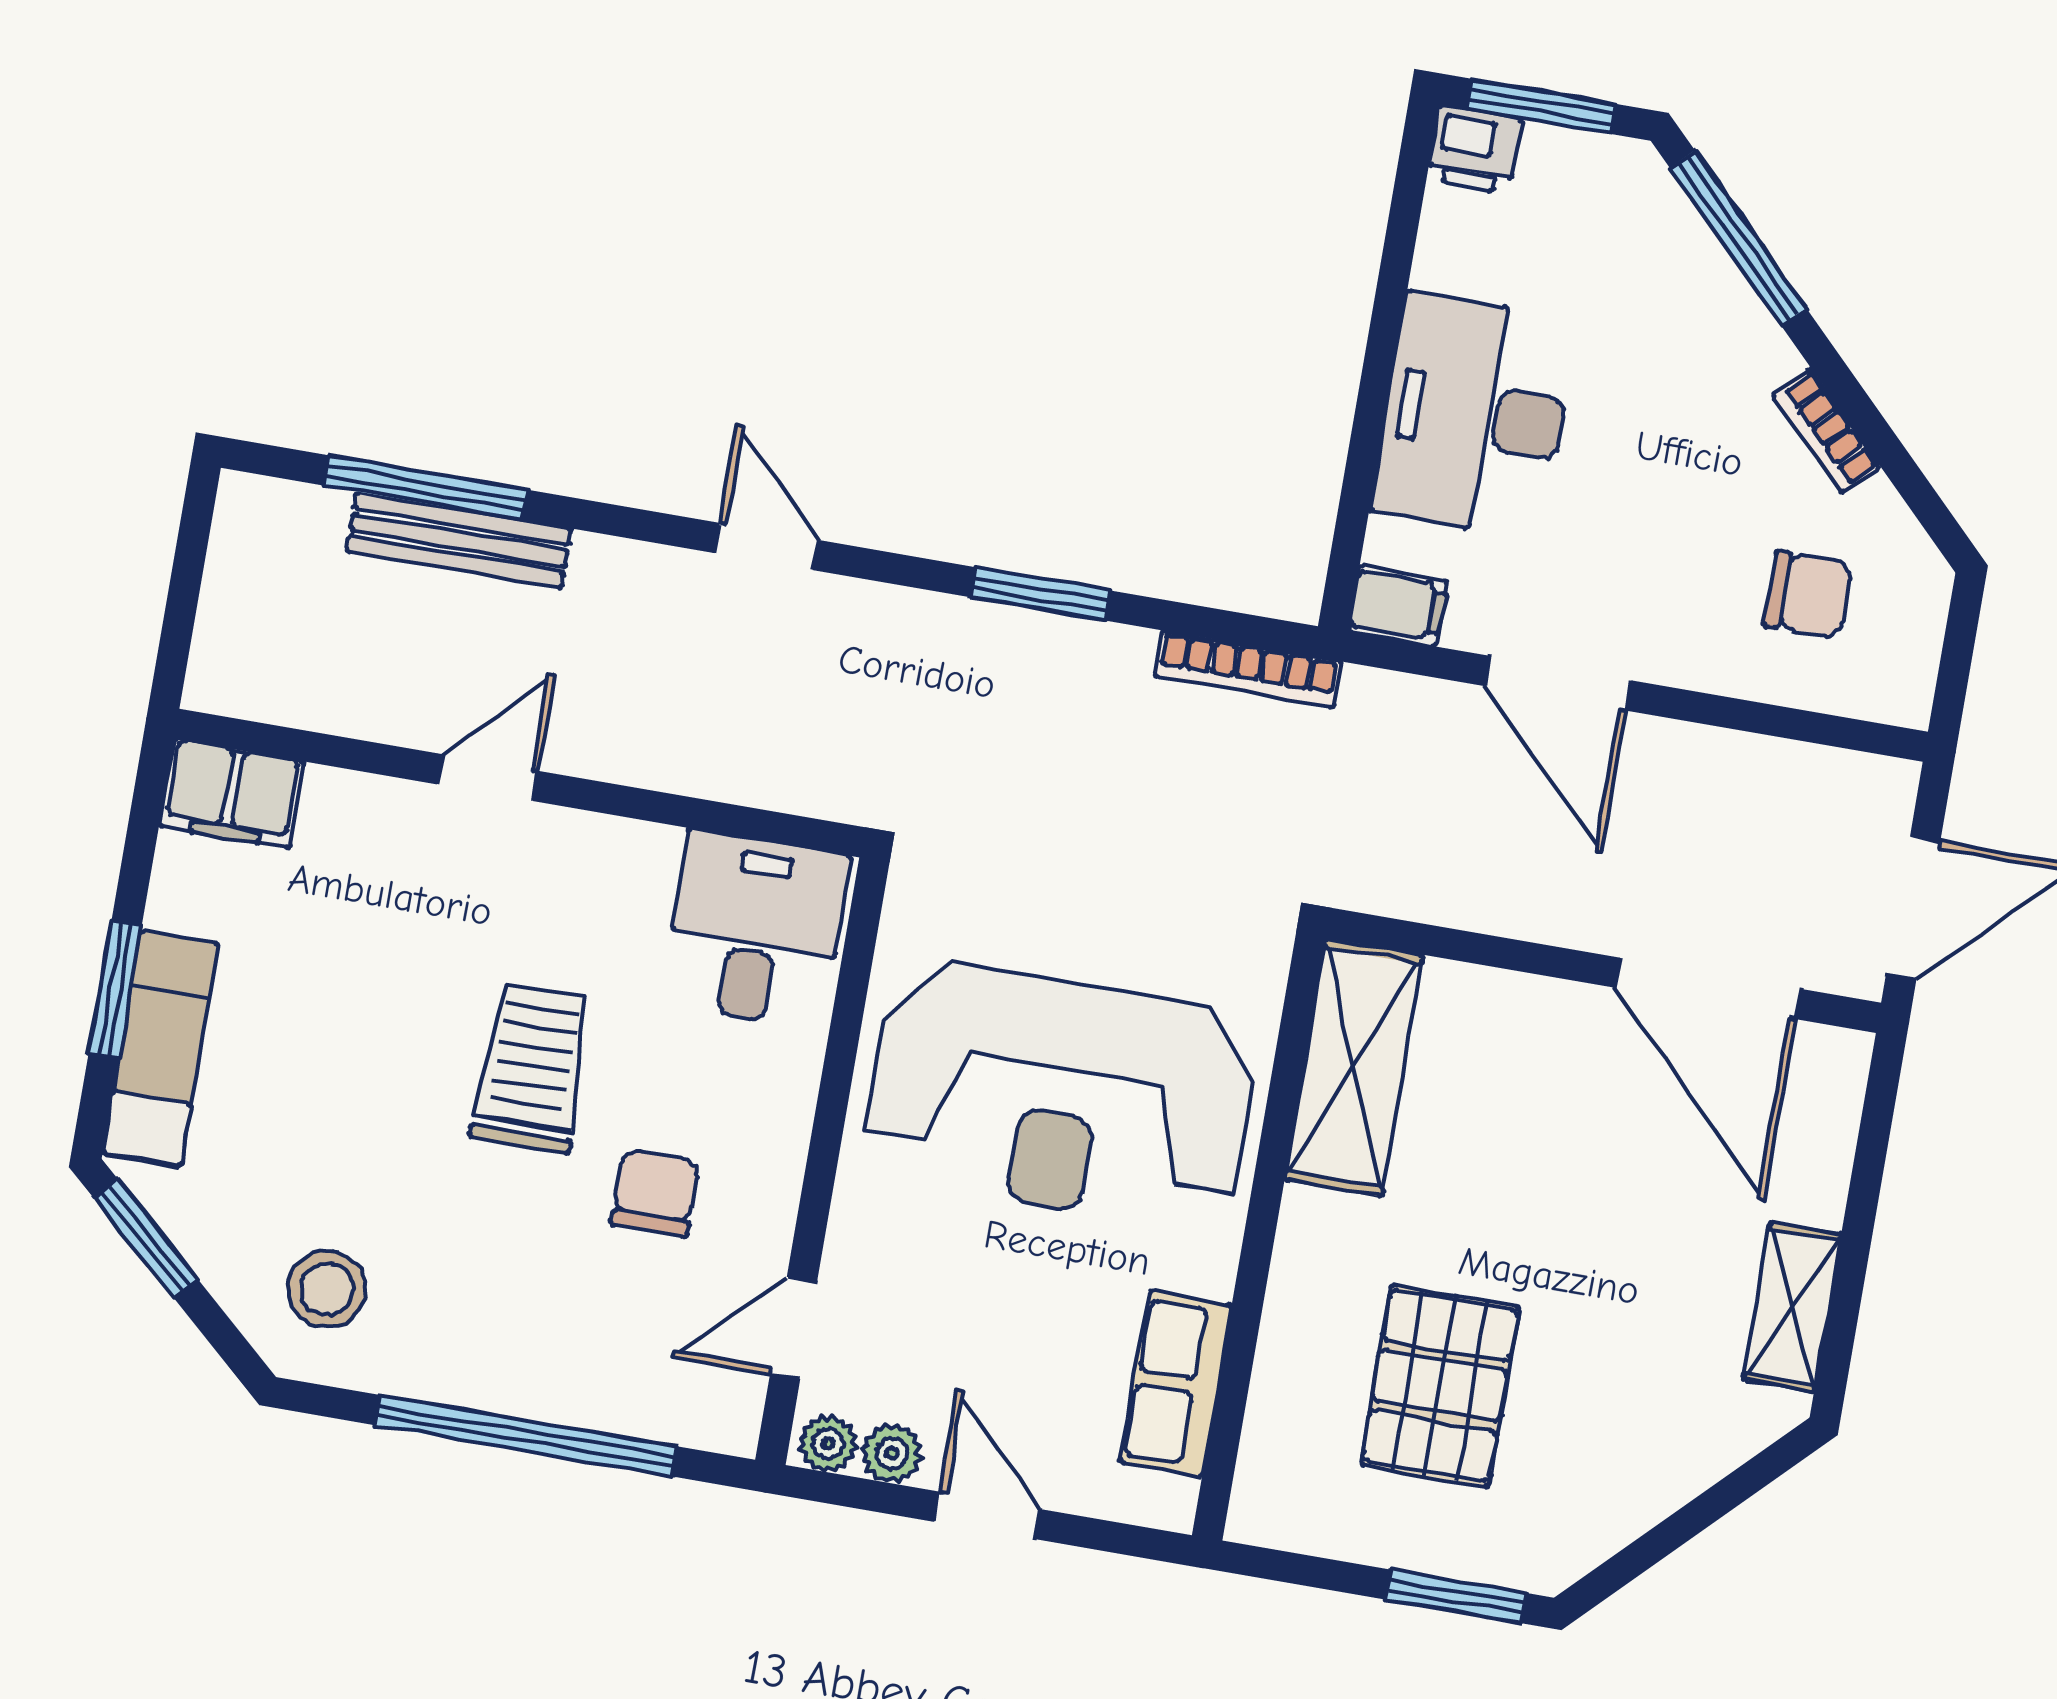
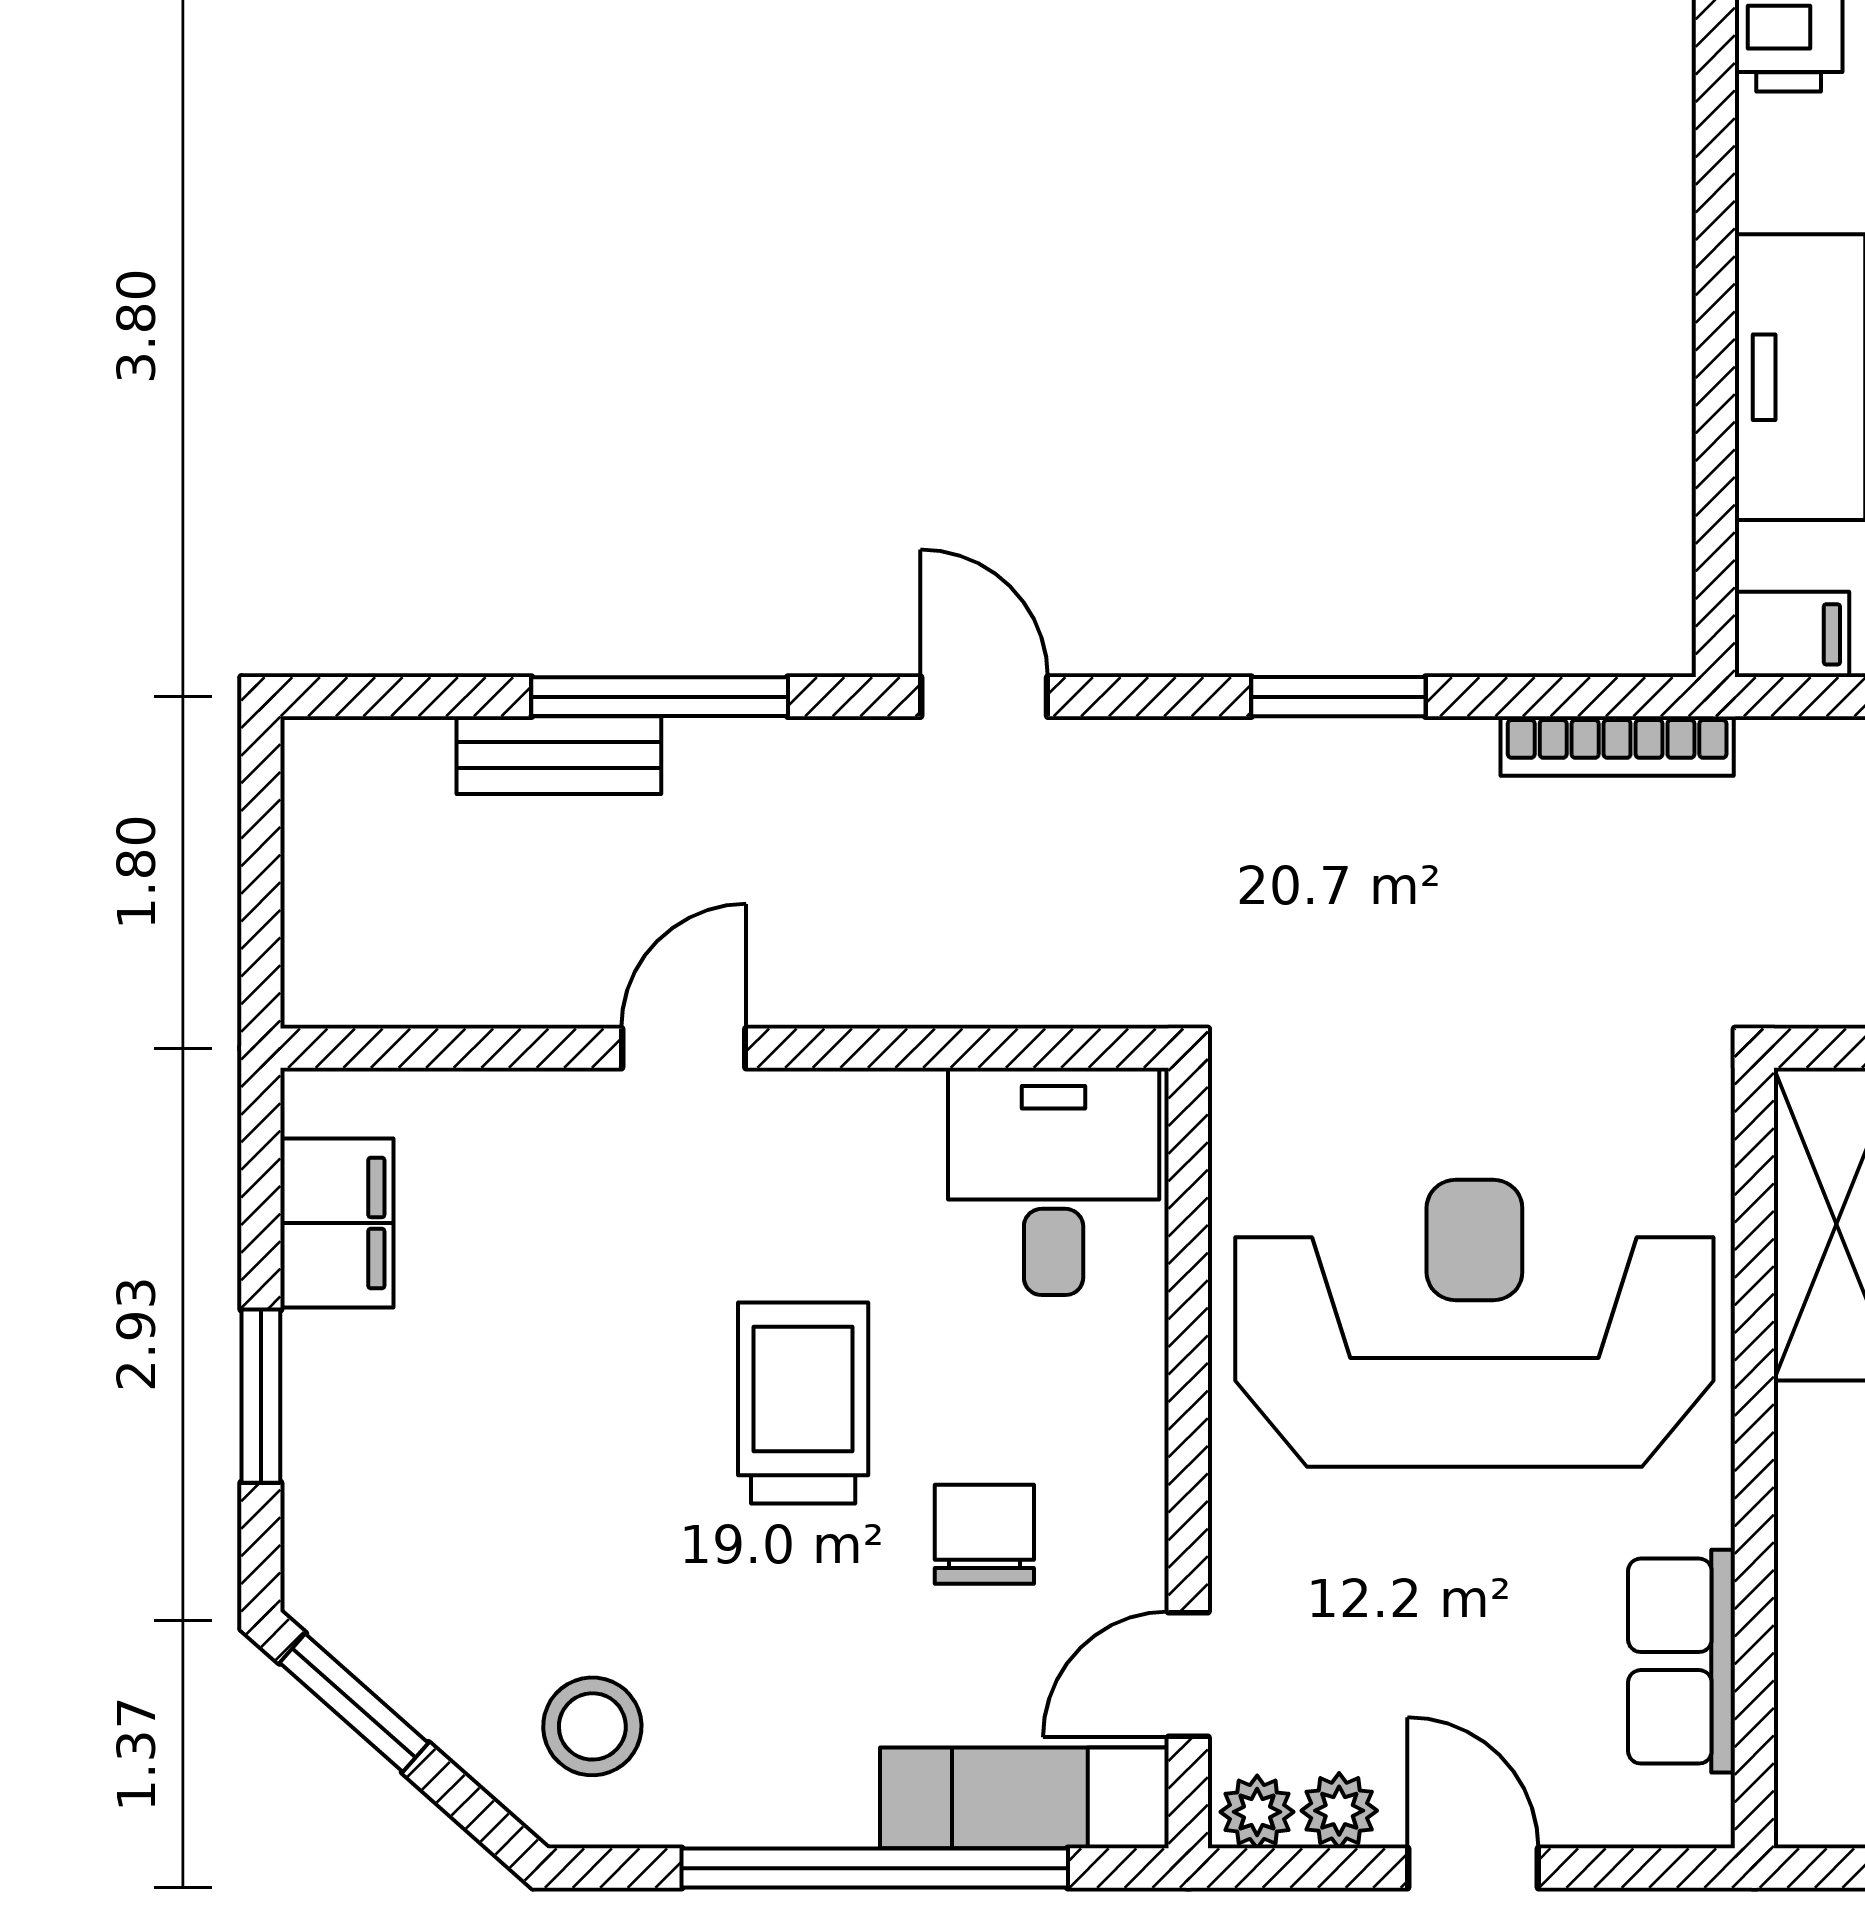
window: (425, 488) -> (660, 697), moved
bench: (459, 540) -> (559, 755), width x0.73
filing cabinet: (232, 794) -> (337, 1223), moved, turned -90
exam couch: (161, 1048) -> (1024, 1798), moved, turned -90
reception desk: (1061, 1095) -> (1474, 1323), turned 180

